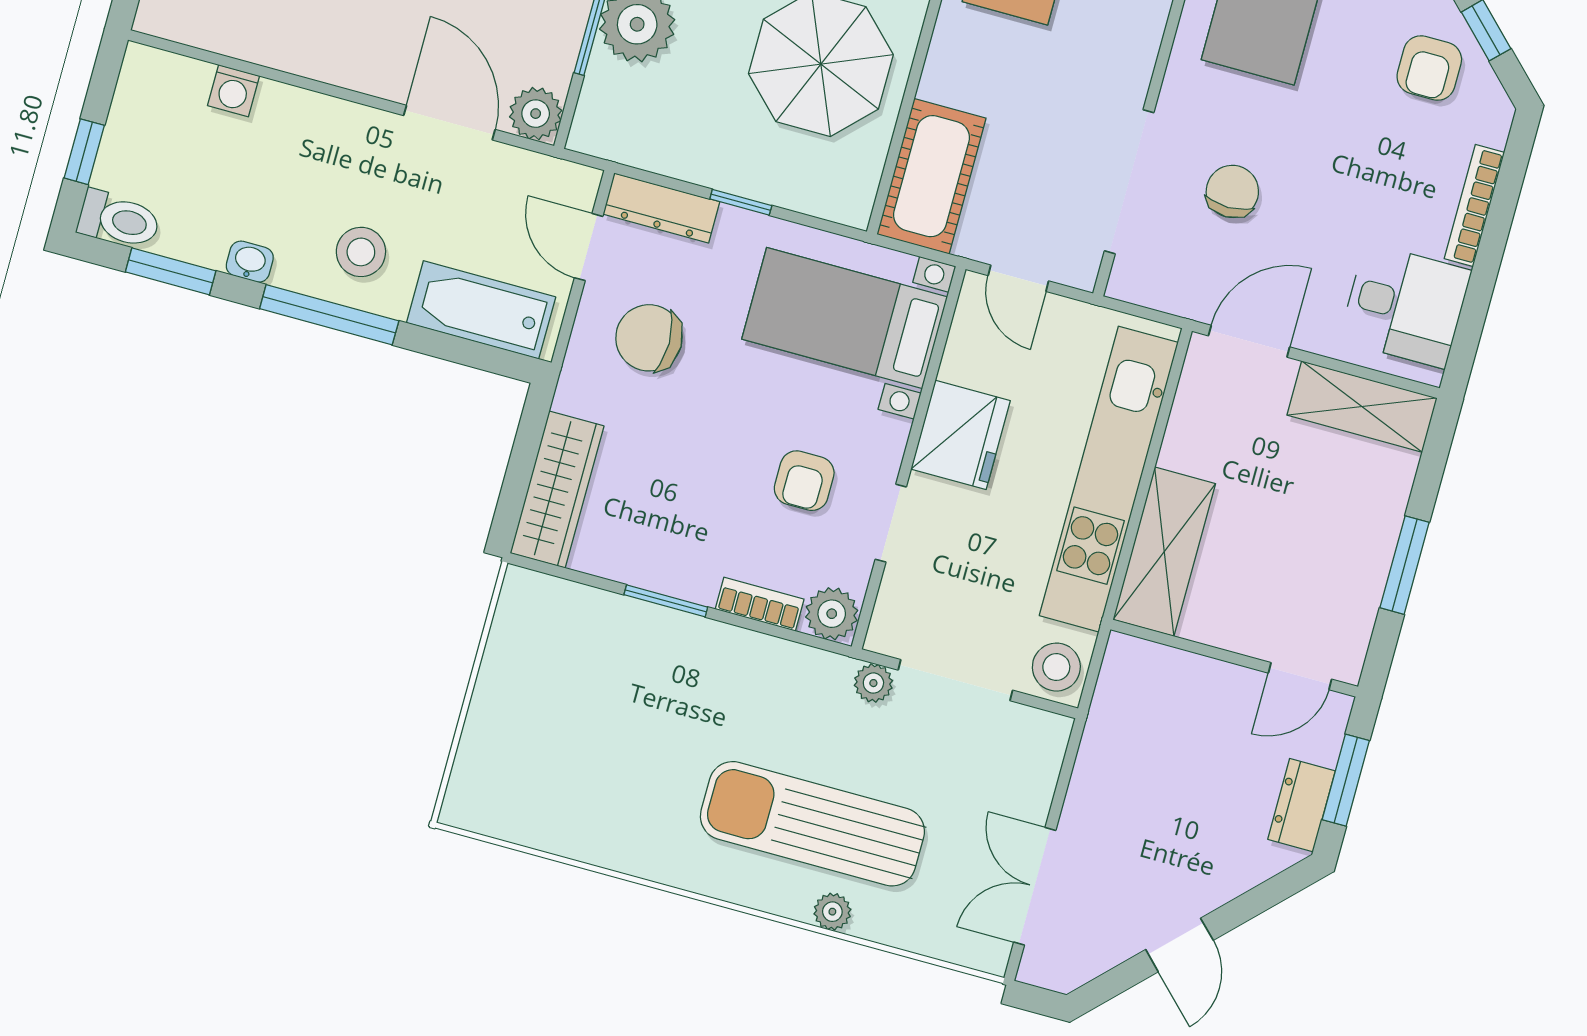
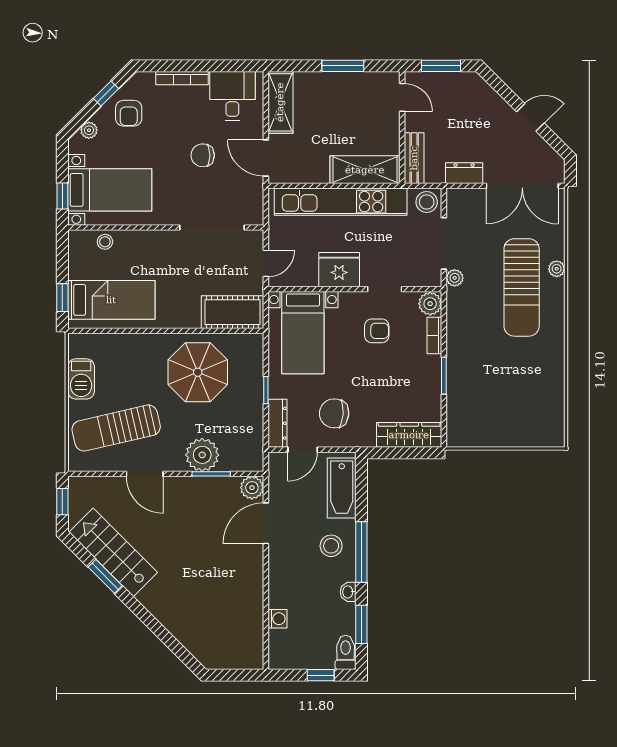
armchair: (1429, 68) -> (129, 113), turned 90
chair: (1232, 191) -> (203, 155), moved
chair: (649, 338) -> (334, 413), turned 94
bench: (1160, 666) -> (414, 158), added
dresser: (1301, 805) -> (464, 173), moved, turned 180
double door: (1035, 886) -> (522, 186), width x1.37

